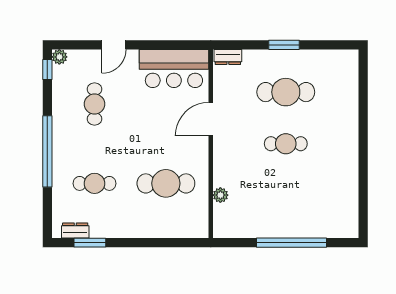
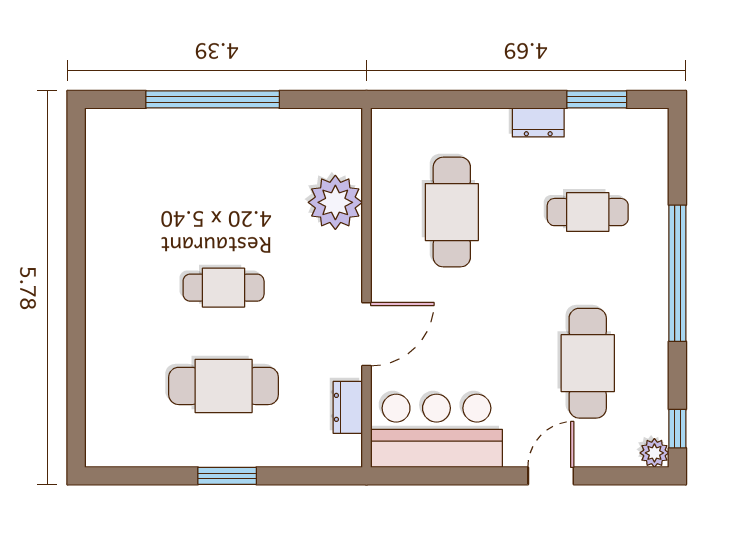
dresser: (228, 57) -> (348, 407), moved, turned -90
cafe table: (95, 104) -> (588, 363), width x1.37, depth x1.35
cafe table: (166, 183) -> (452, 212), turned 90
plant: (220, 195) -> (335, 202), width x1.88, depth x1.88
dresser: (75, 230) -> (538, 122), moved

